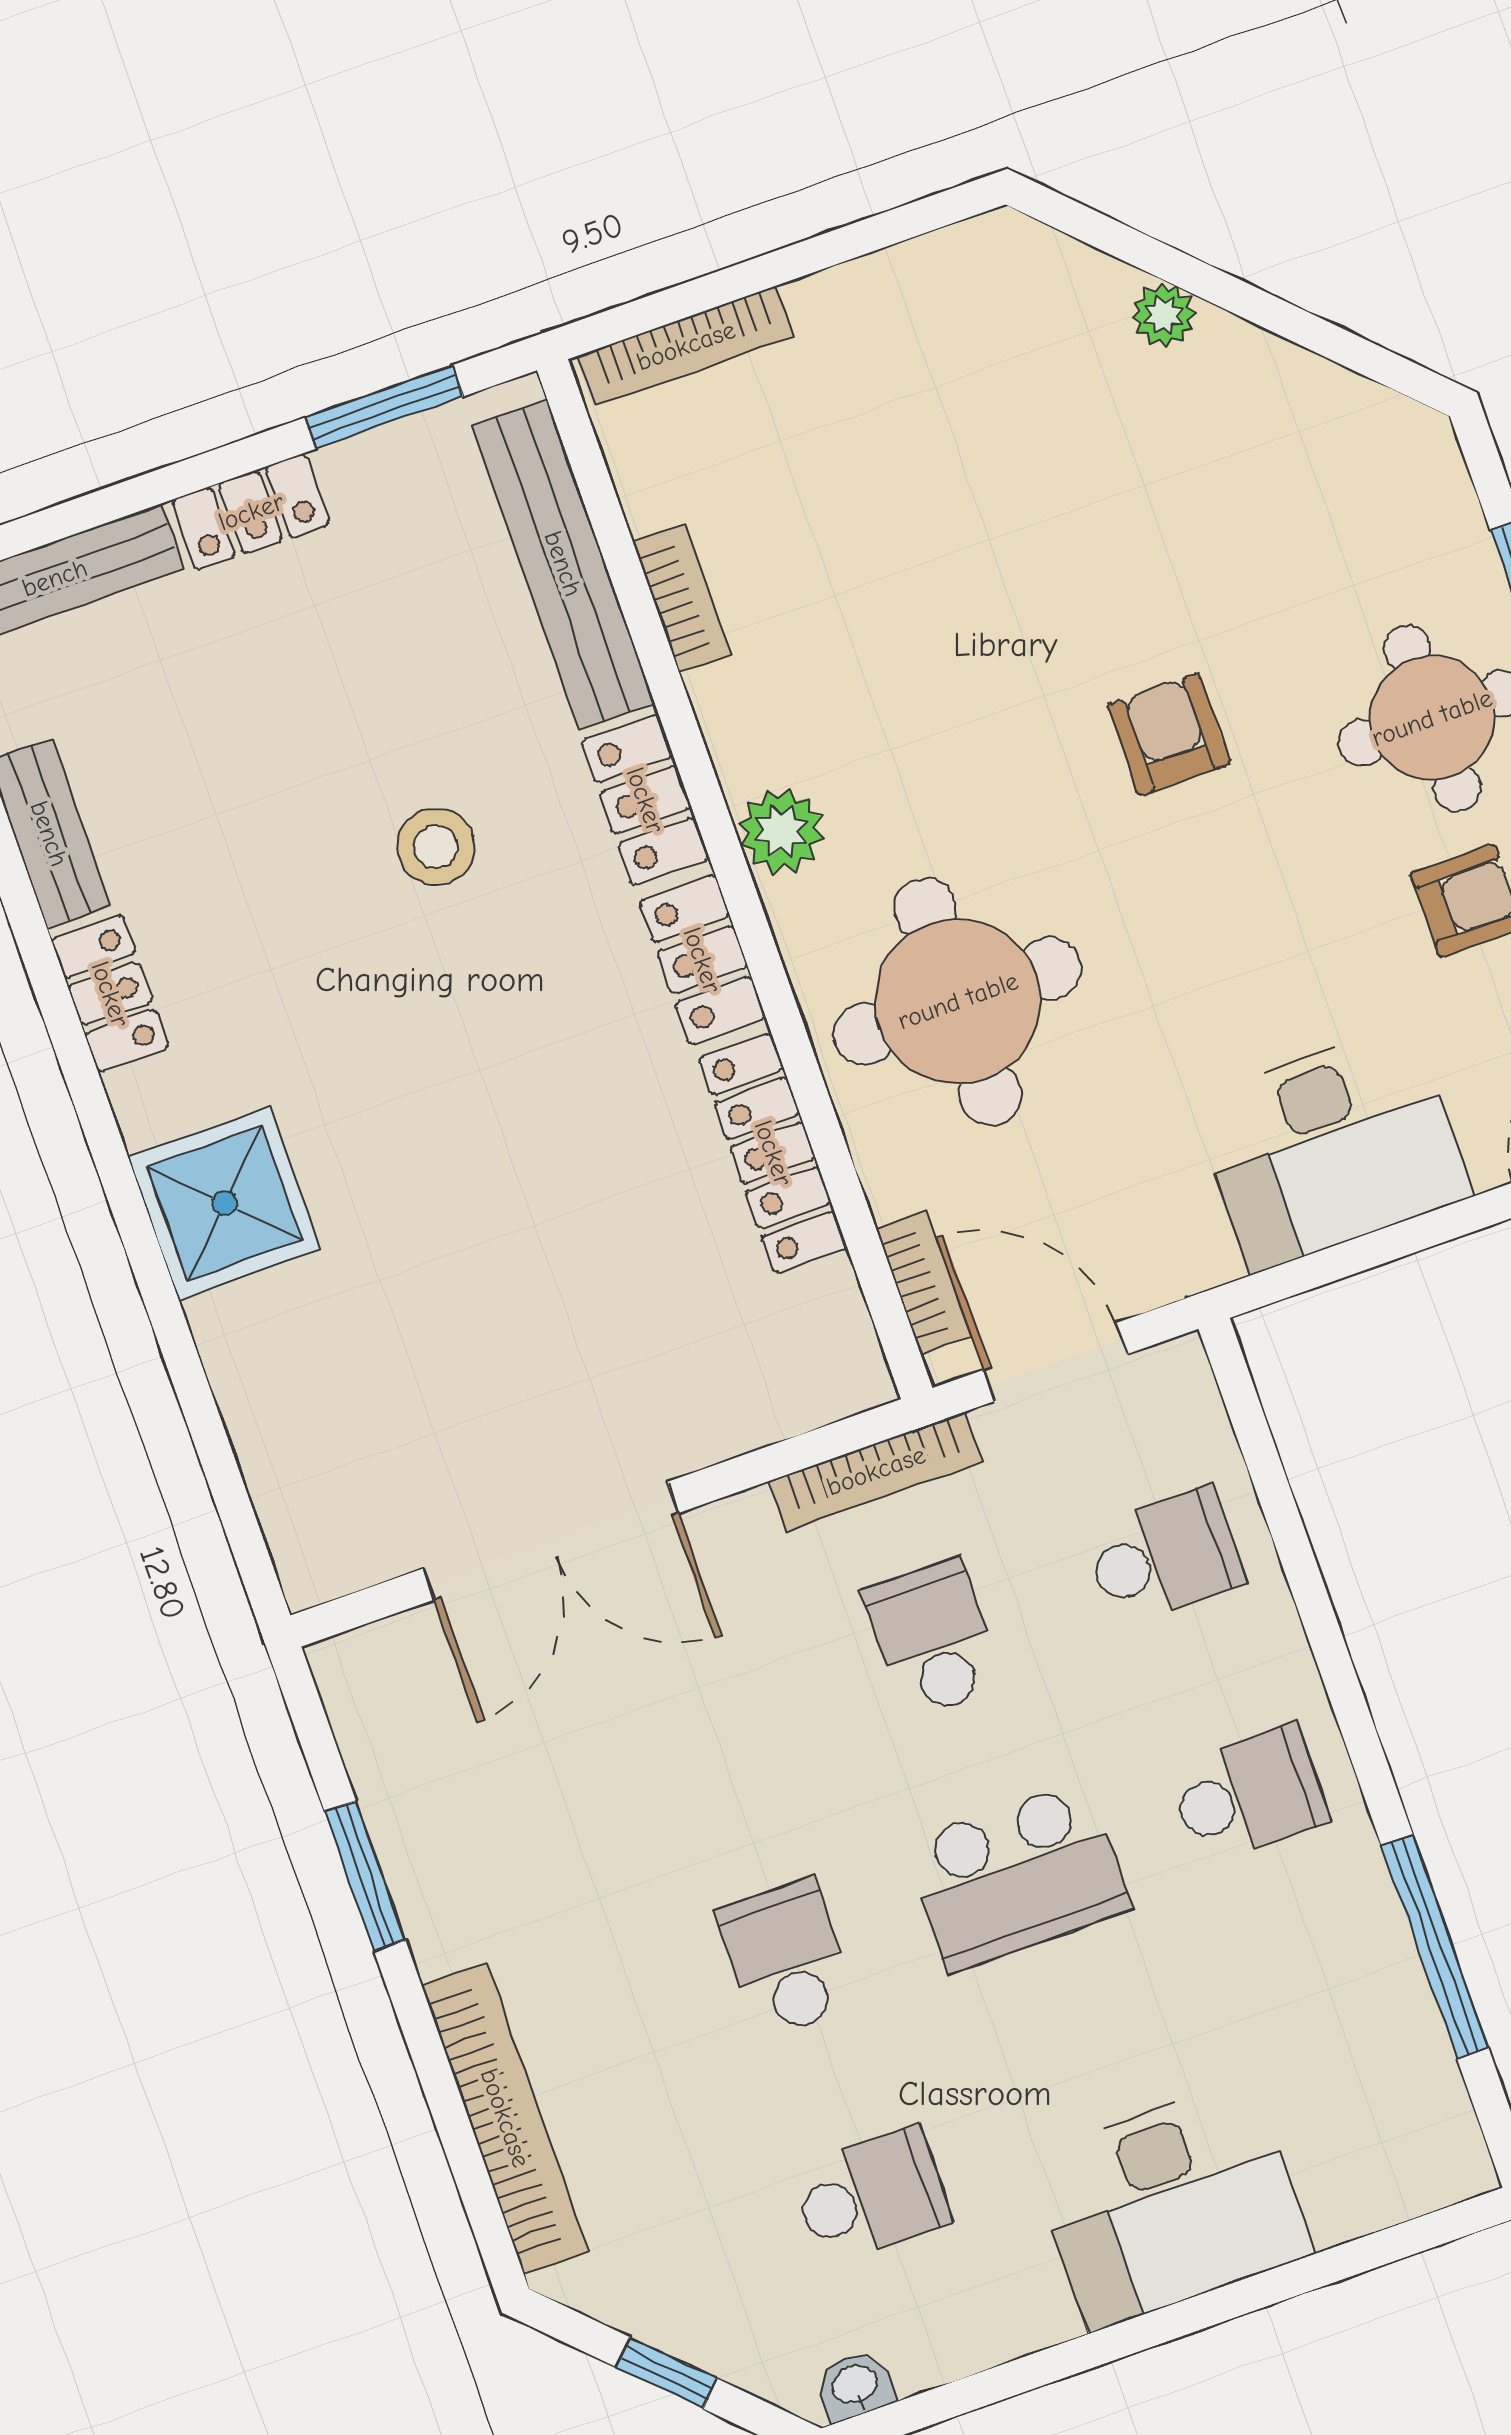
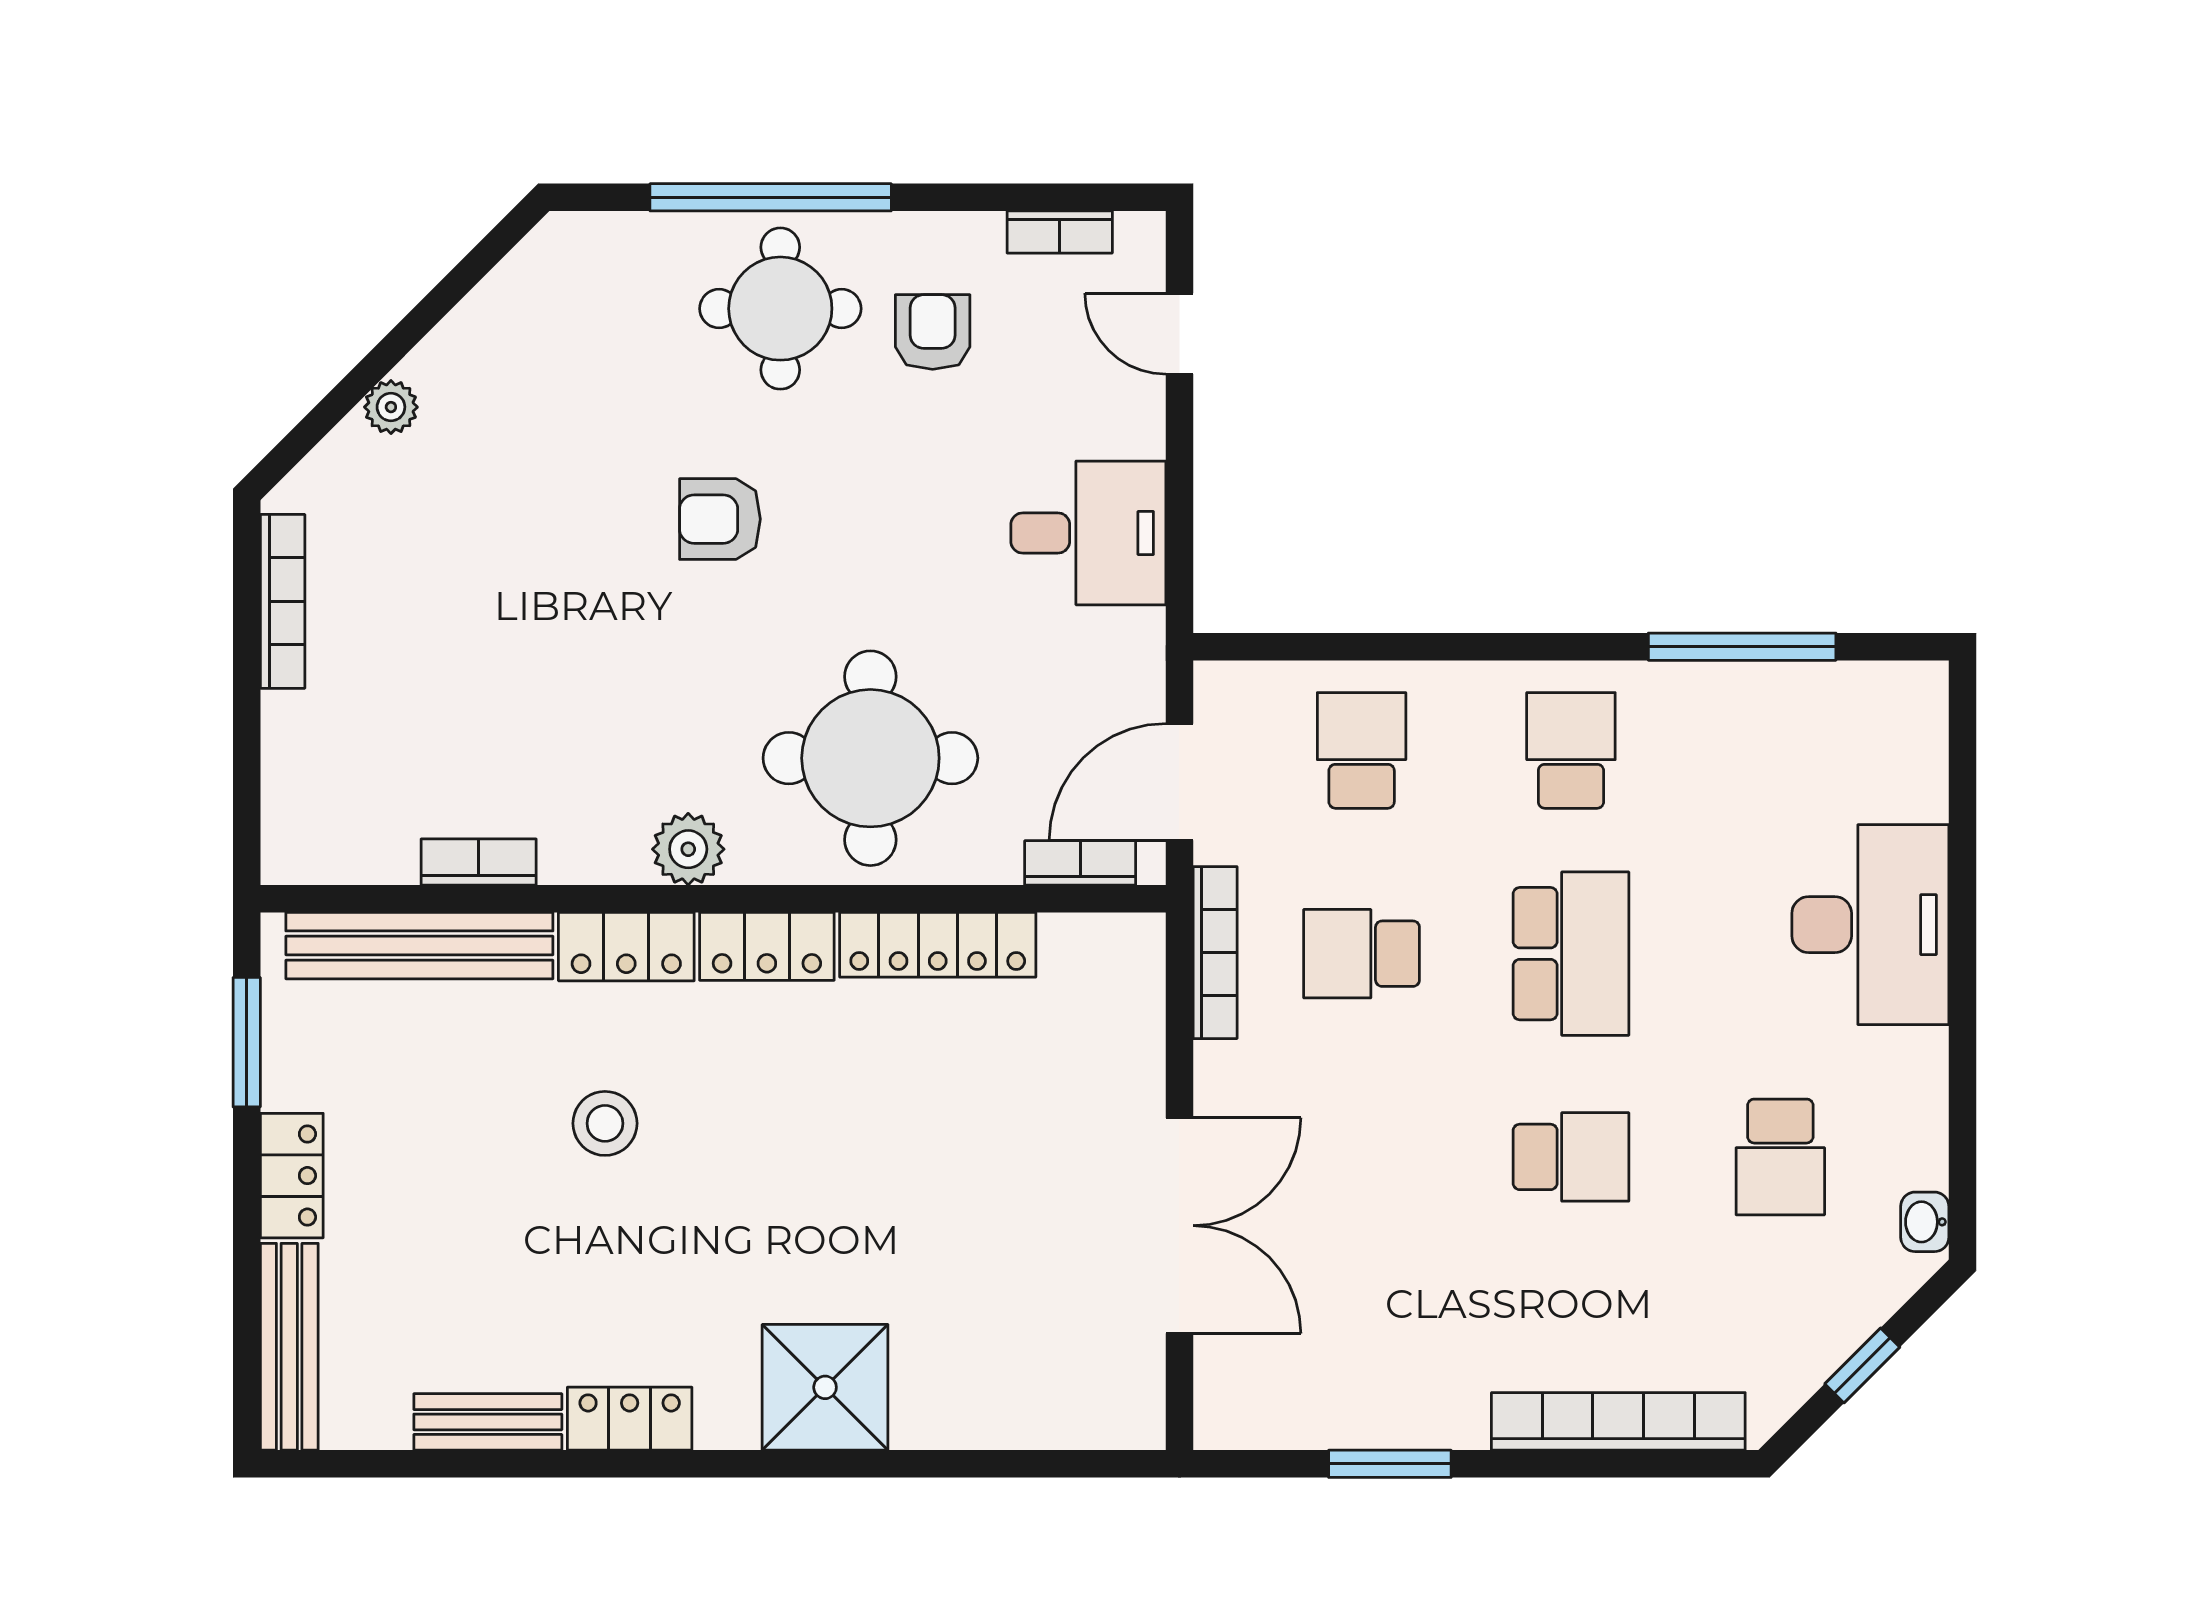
bookcase: (686, 346) -> (283, 601), moved
desk: (1332, 1148) -> (1088, 533), width x0.73
school desk: (786, 1958) -> (1571, 1157), turned 180
school desk: (871, 2196) -> (1780, 1157), turned 180

